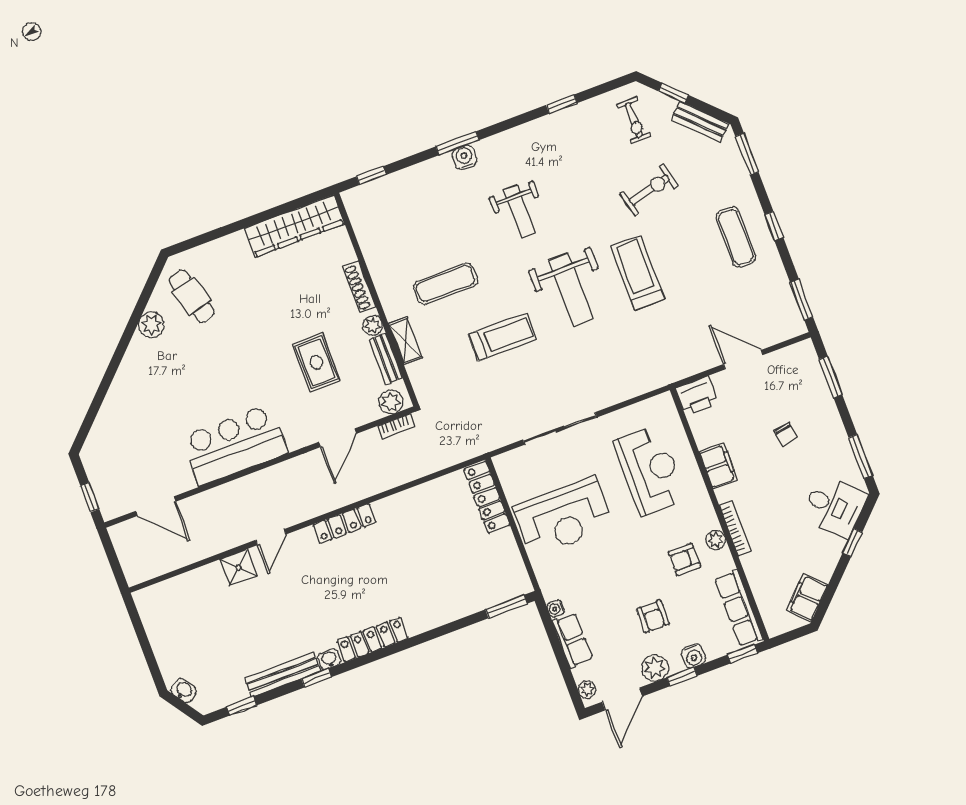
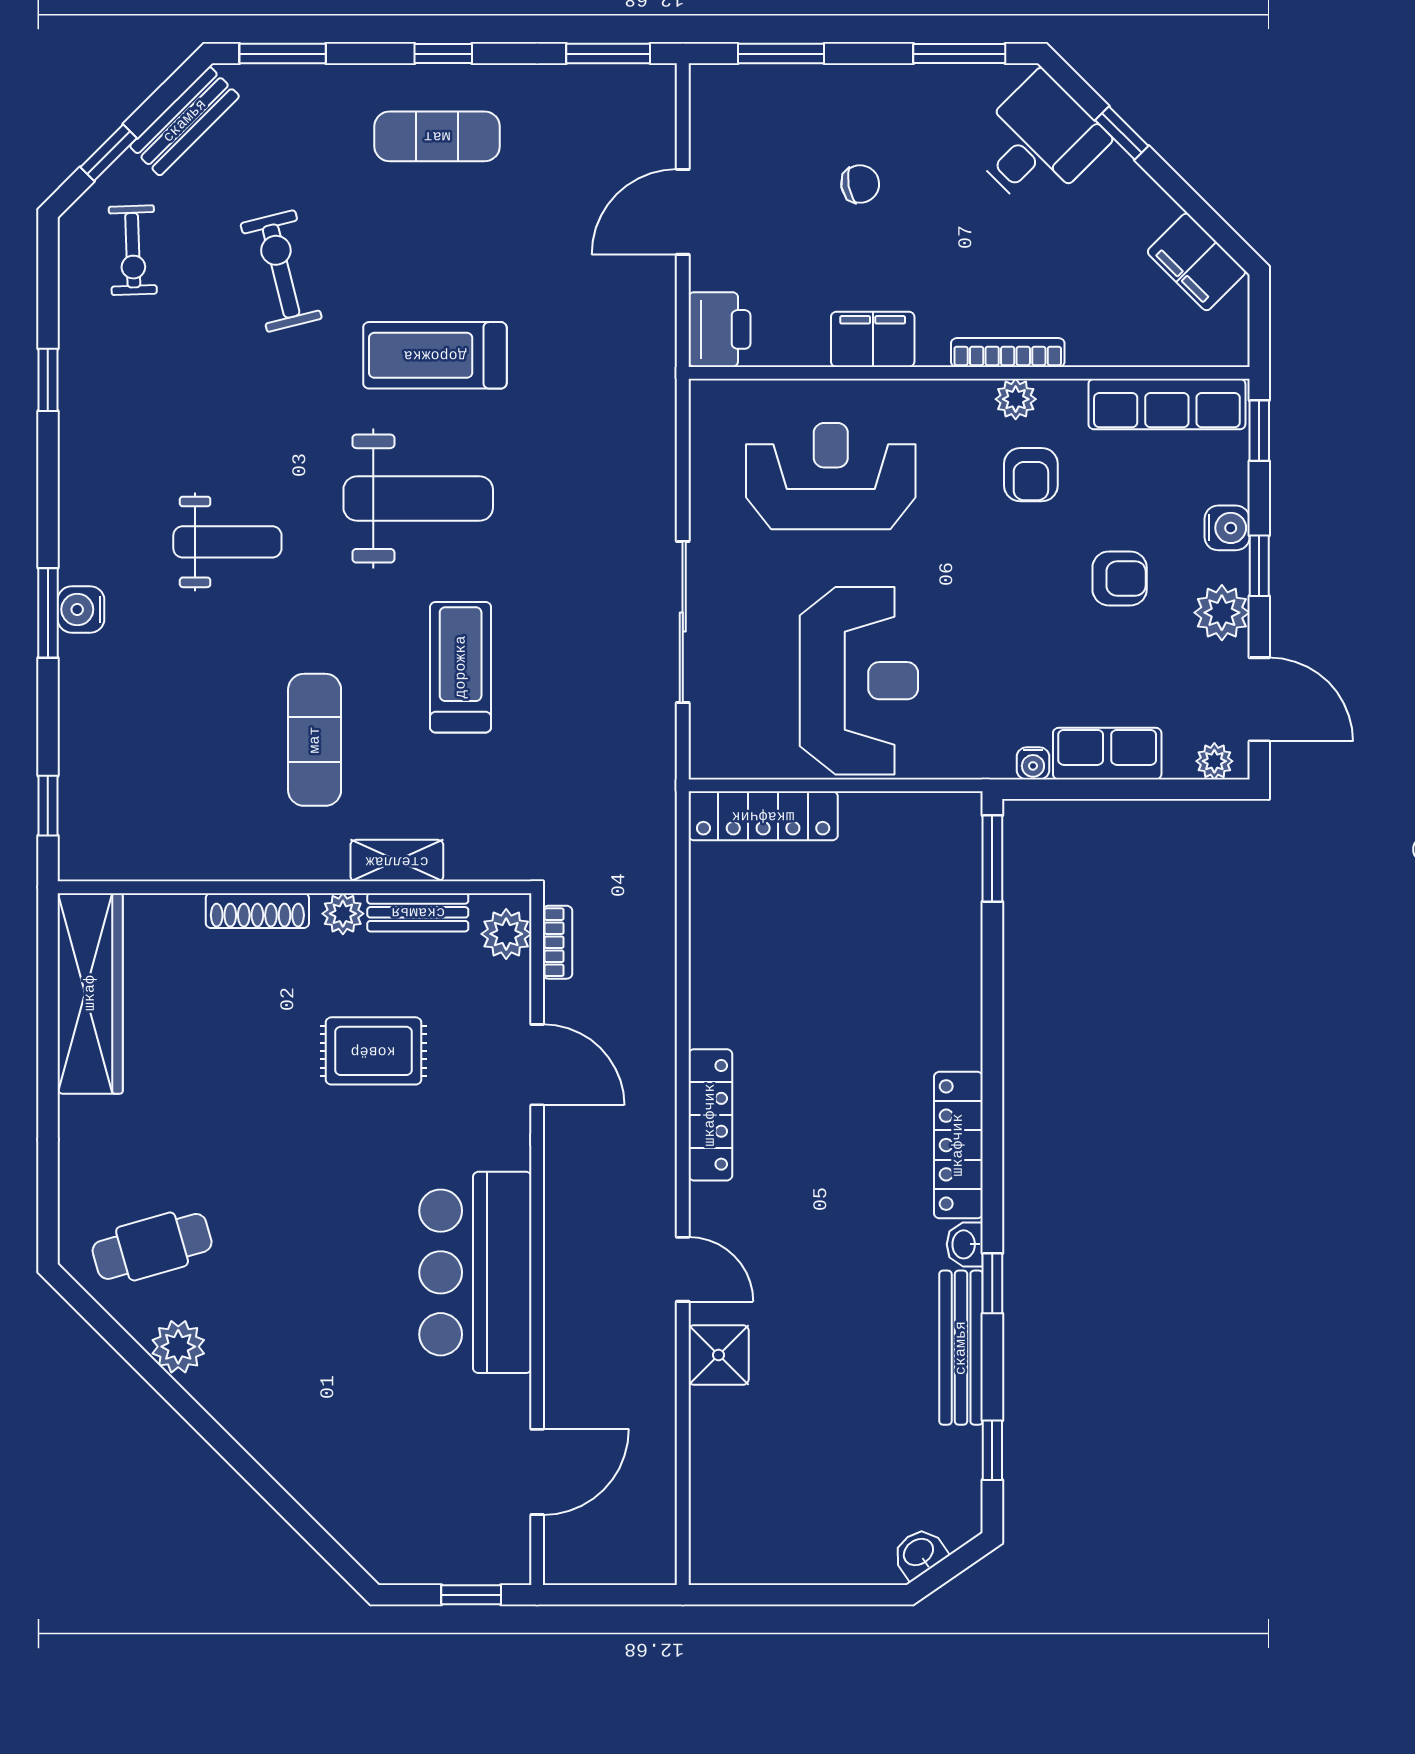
exercise bike: (634, 120) -> (133, 250), turned 88

